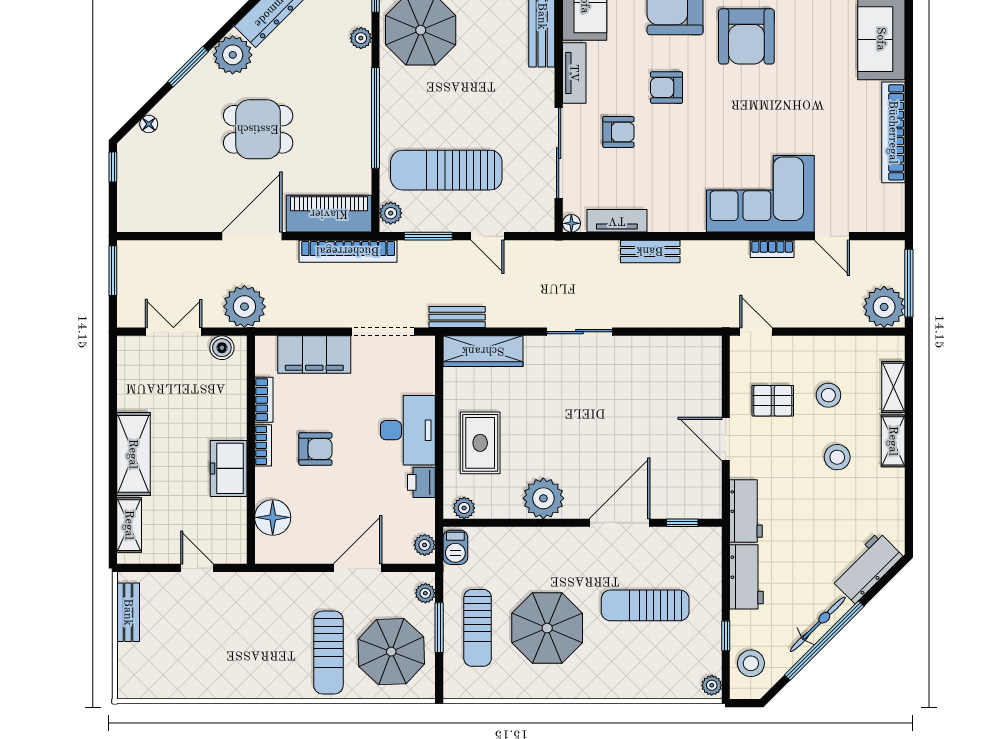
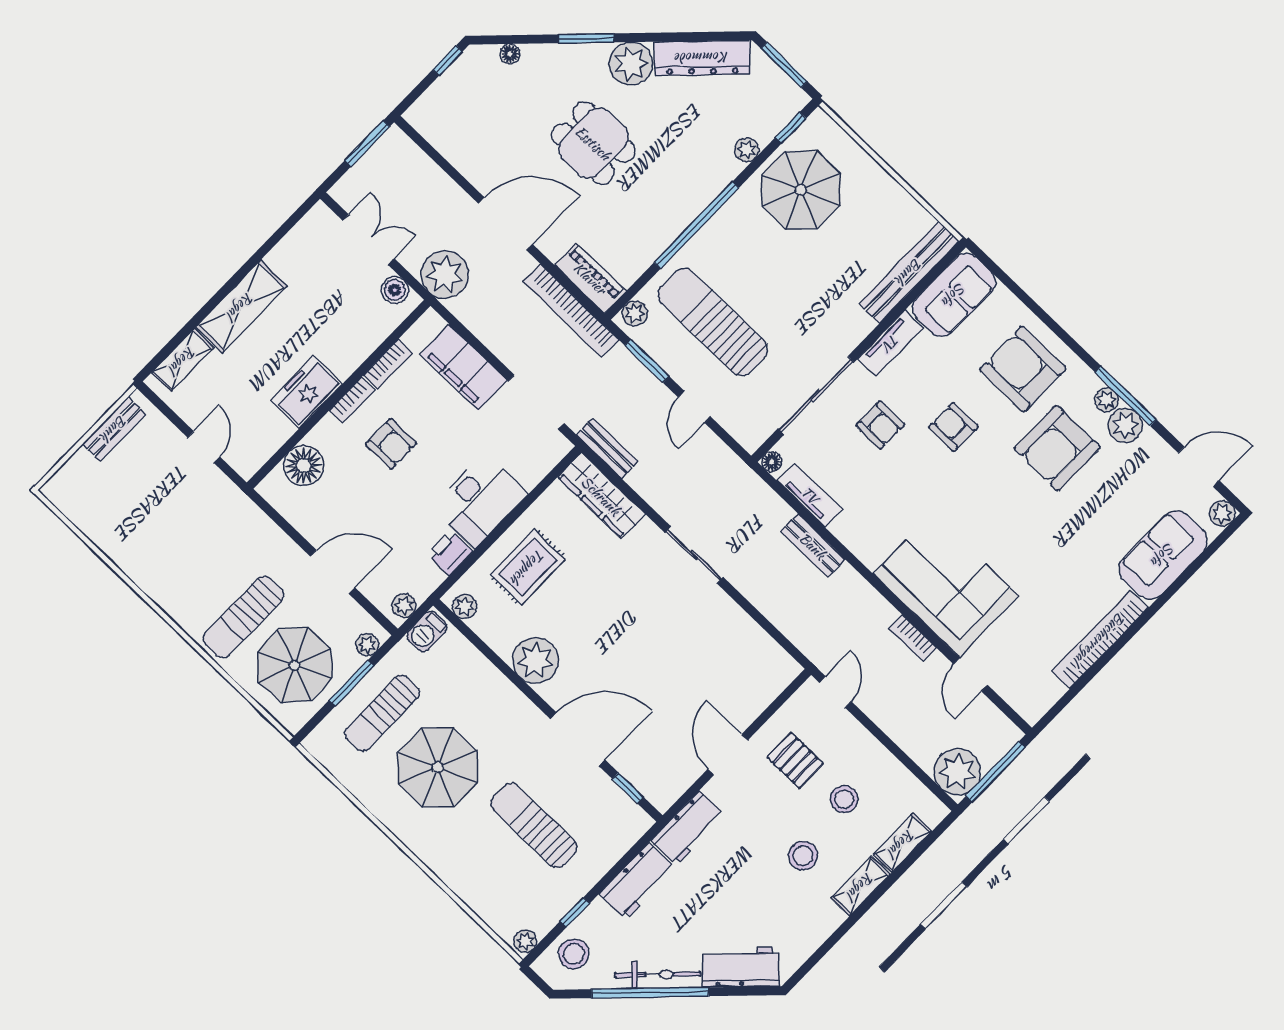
piano: (329, 214) -> (590, 278), width x0.73, depth x0.75

